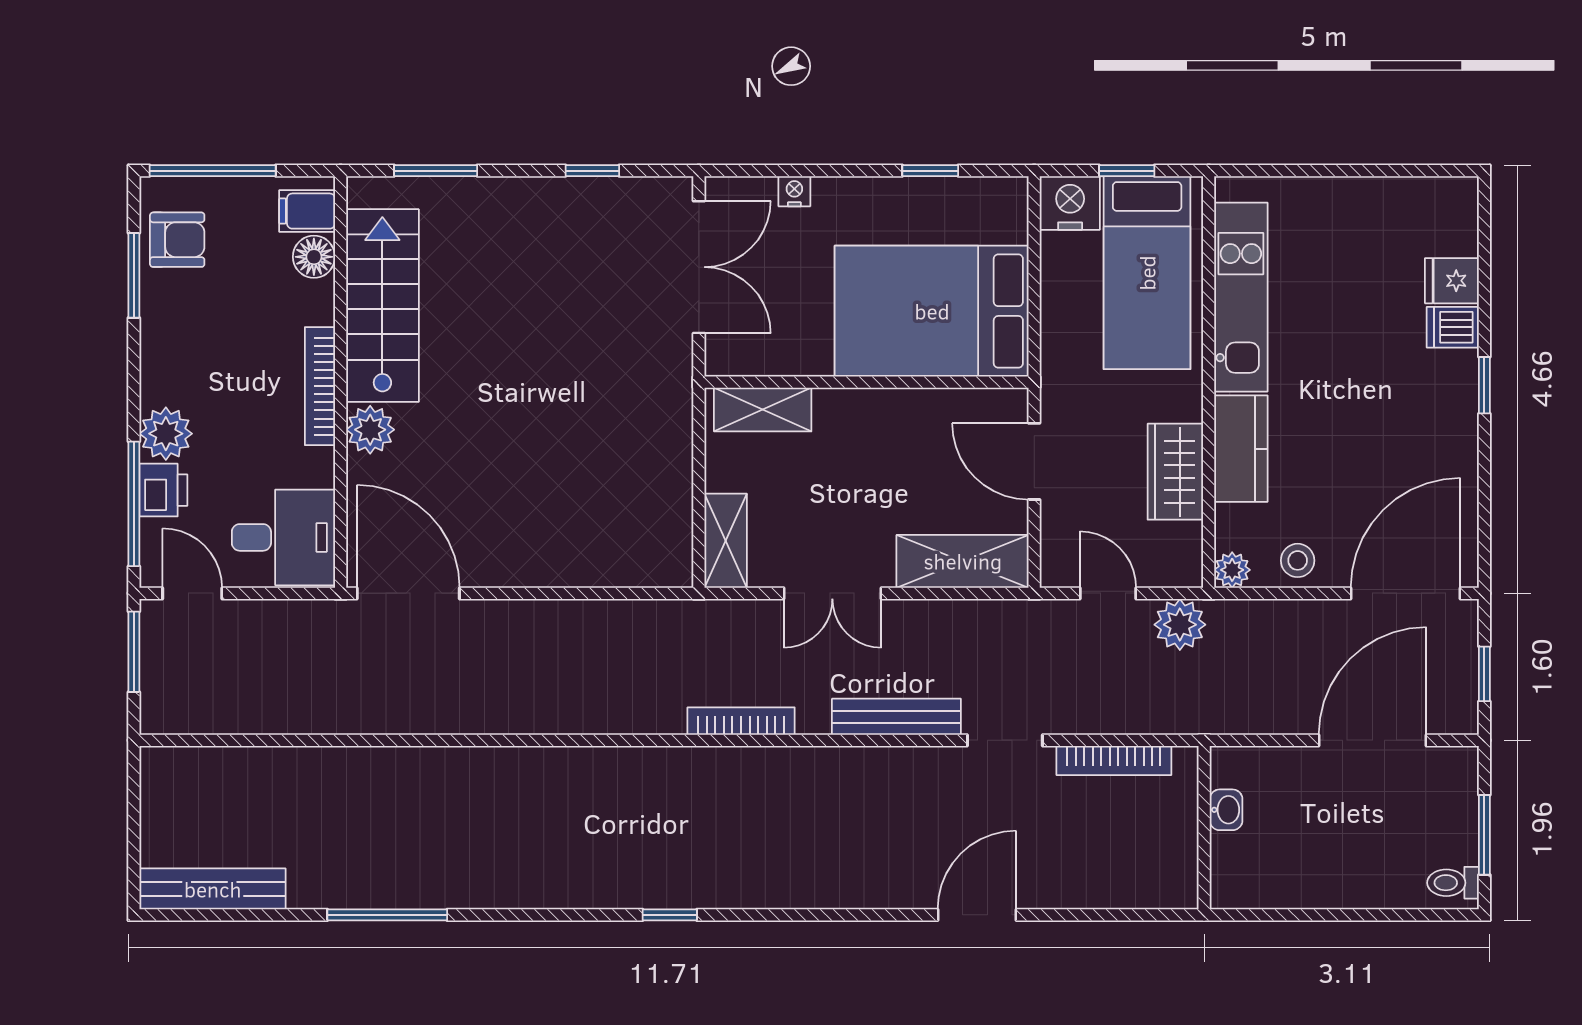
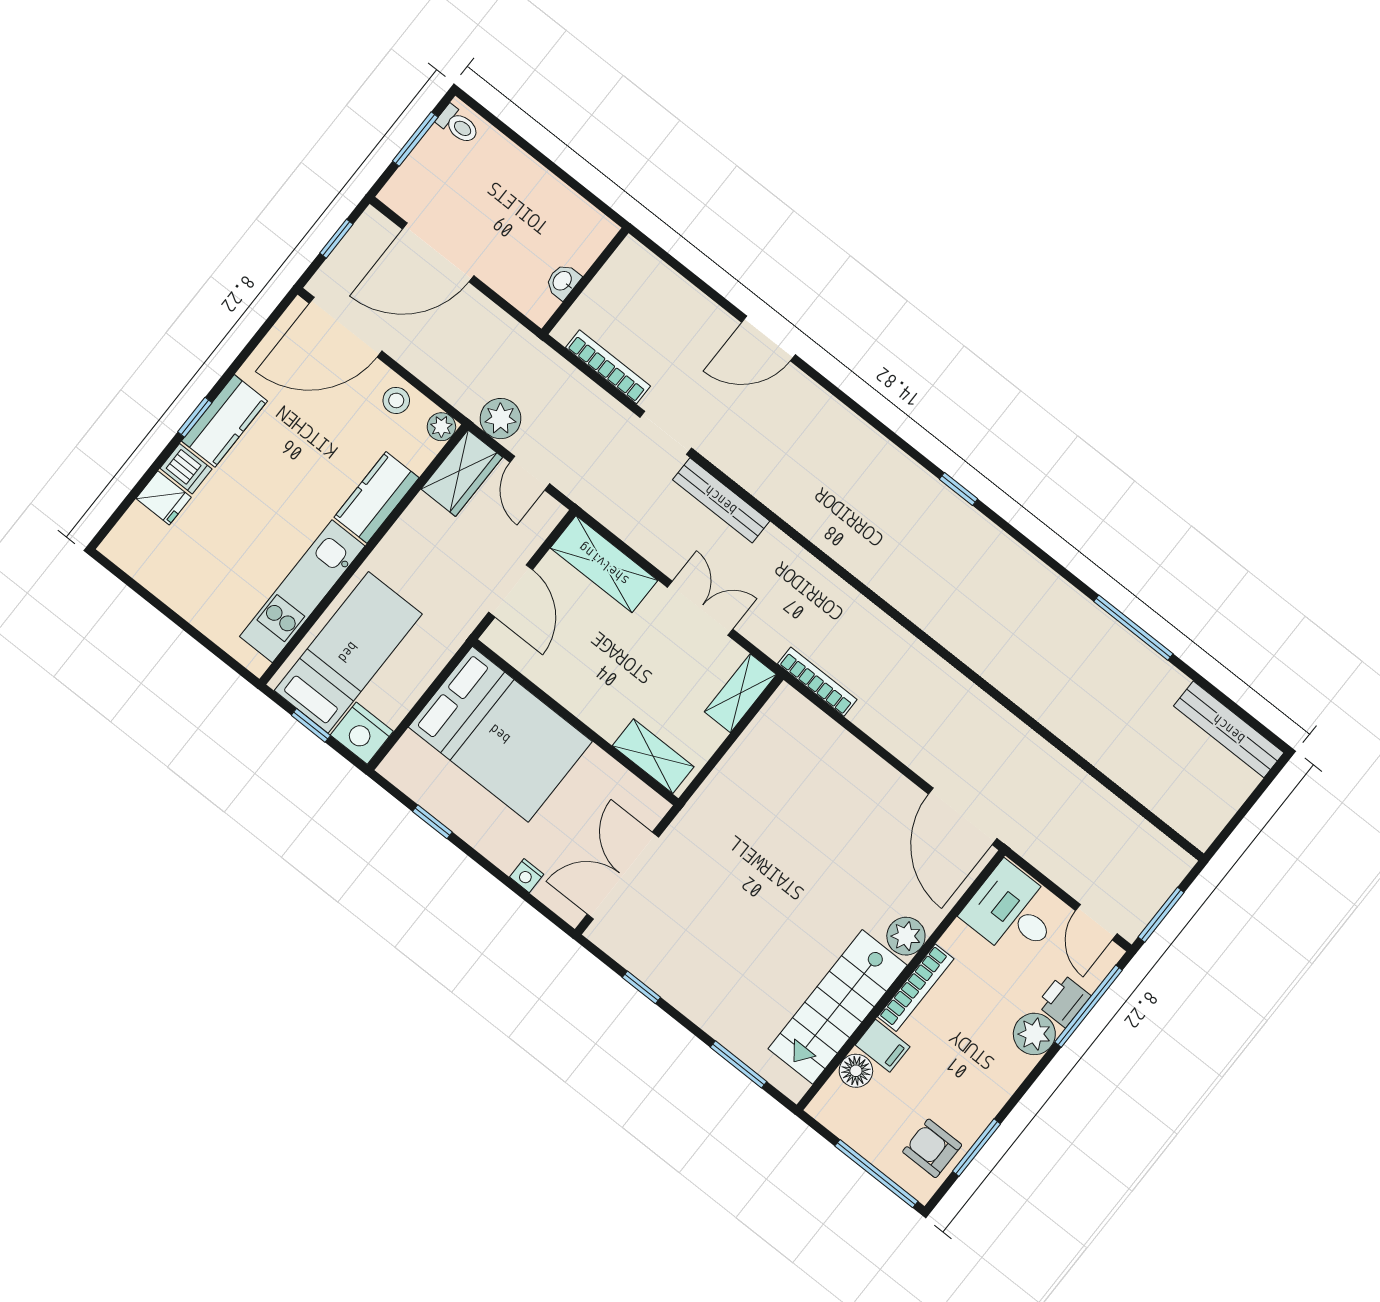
filing cabinet: (307, 211) -> (883, 1046), moved
kitchen counter: (1452, 405) -> (225, 421), added
wardrobe: (1175, 472) -> (462, 473), moved
bookcase: (741, 721) -> (817, 682), moved, turned 180

